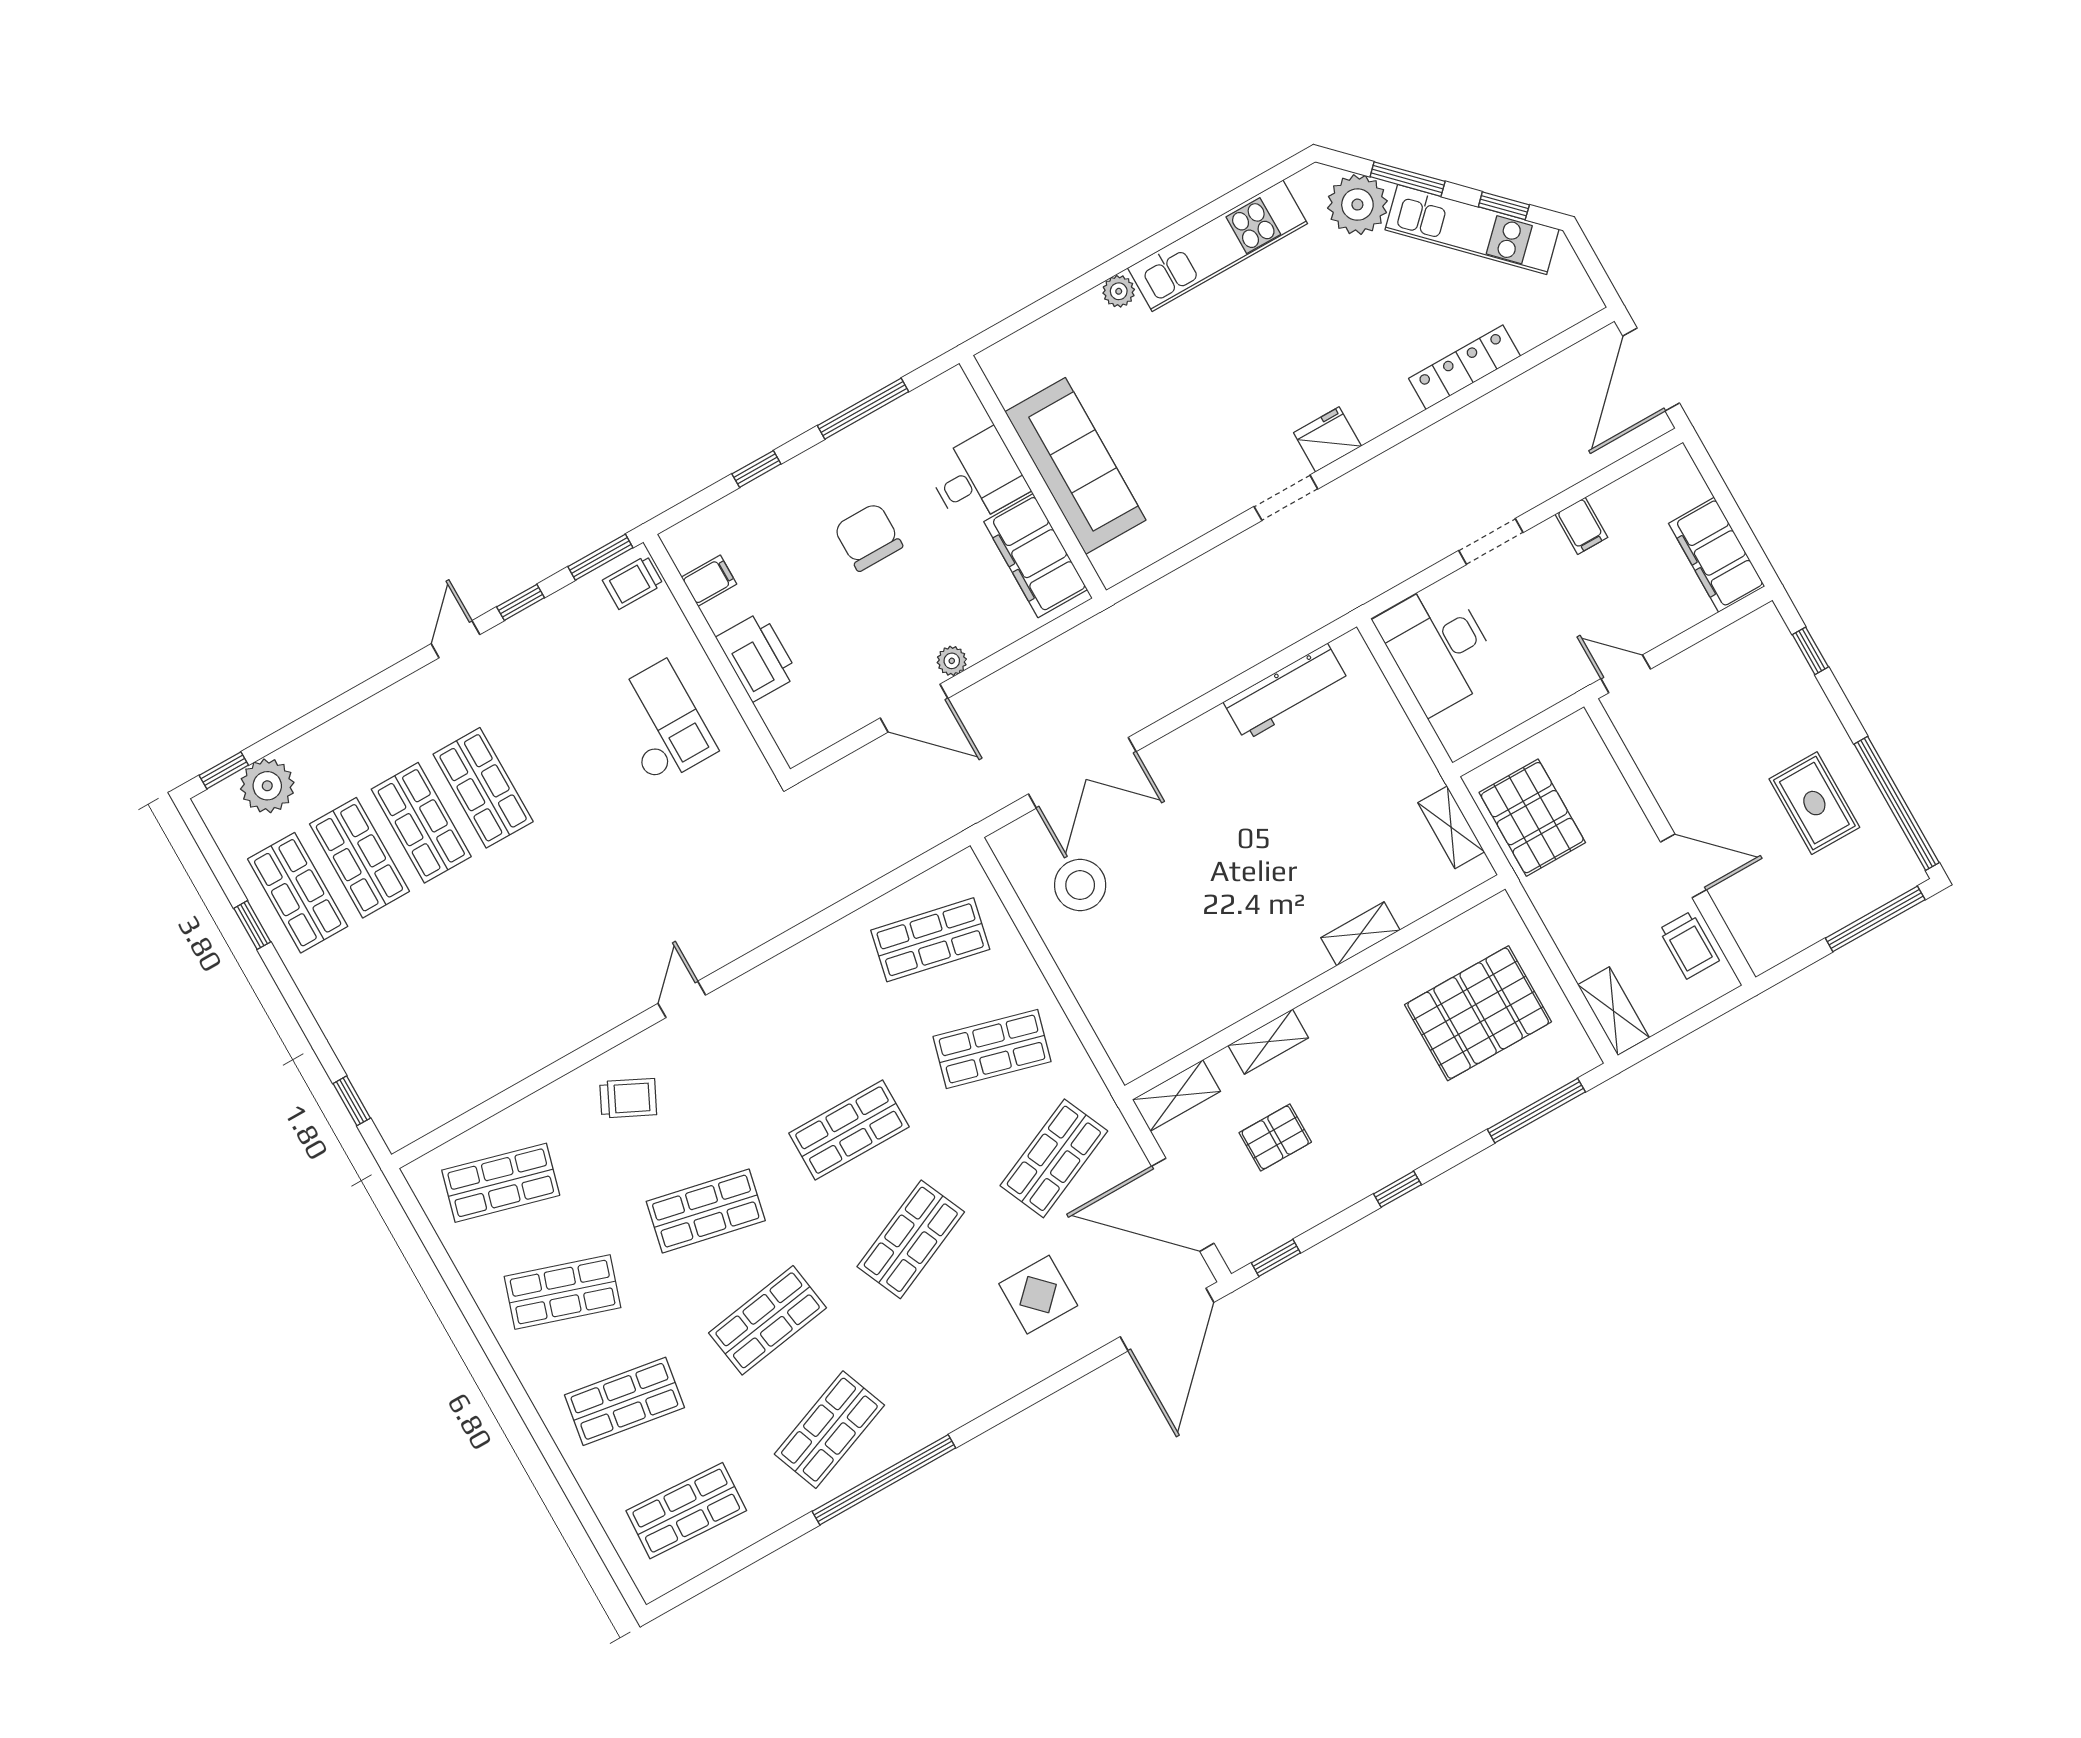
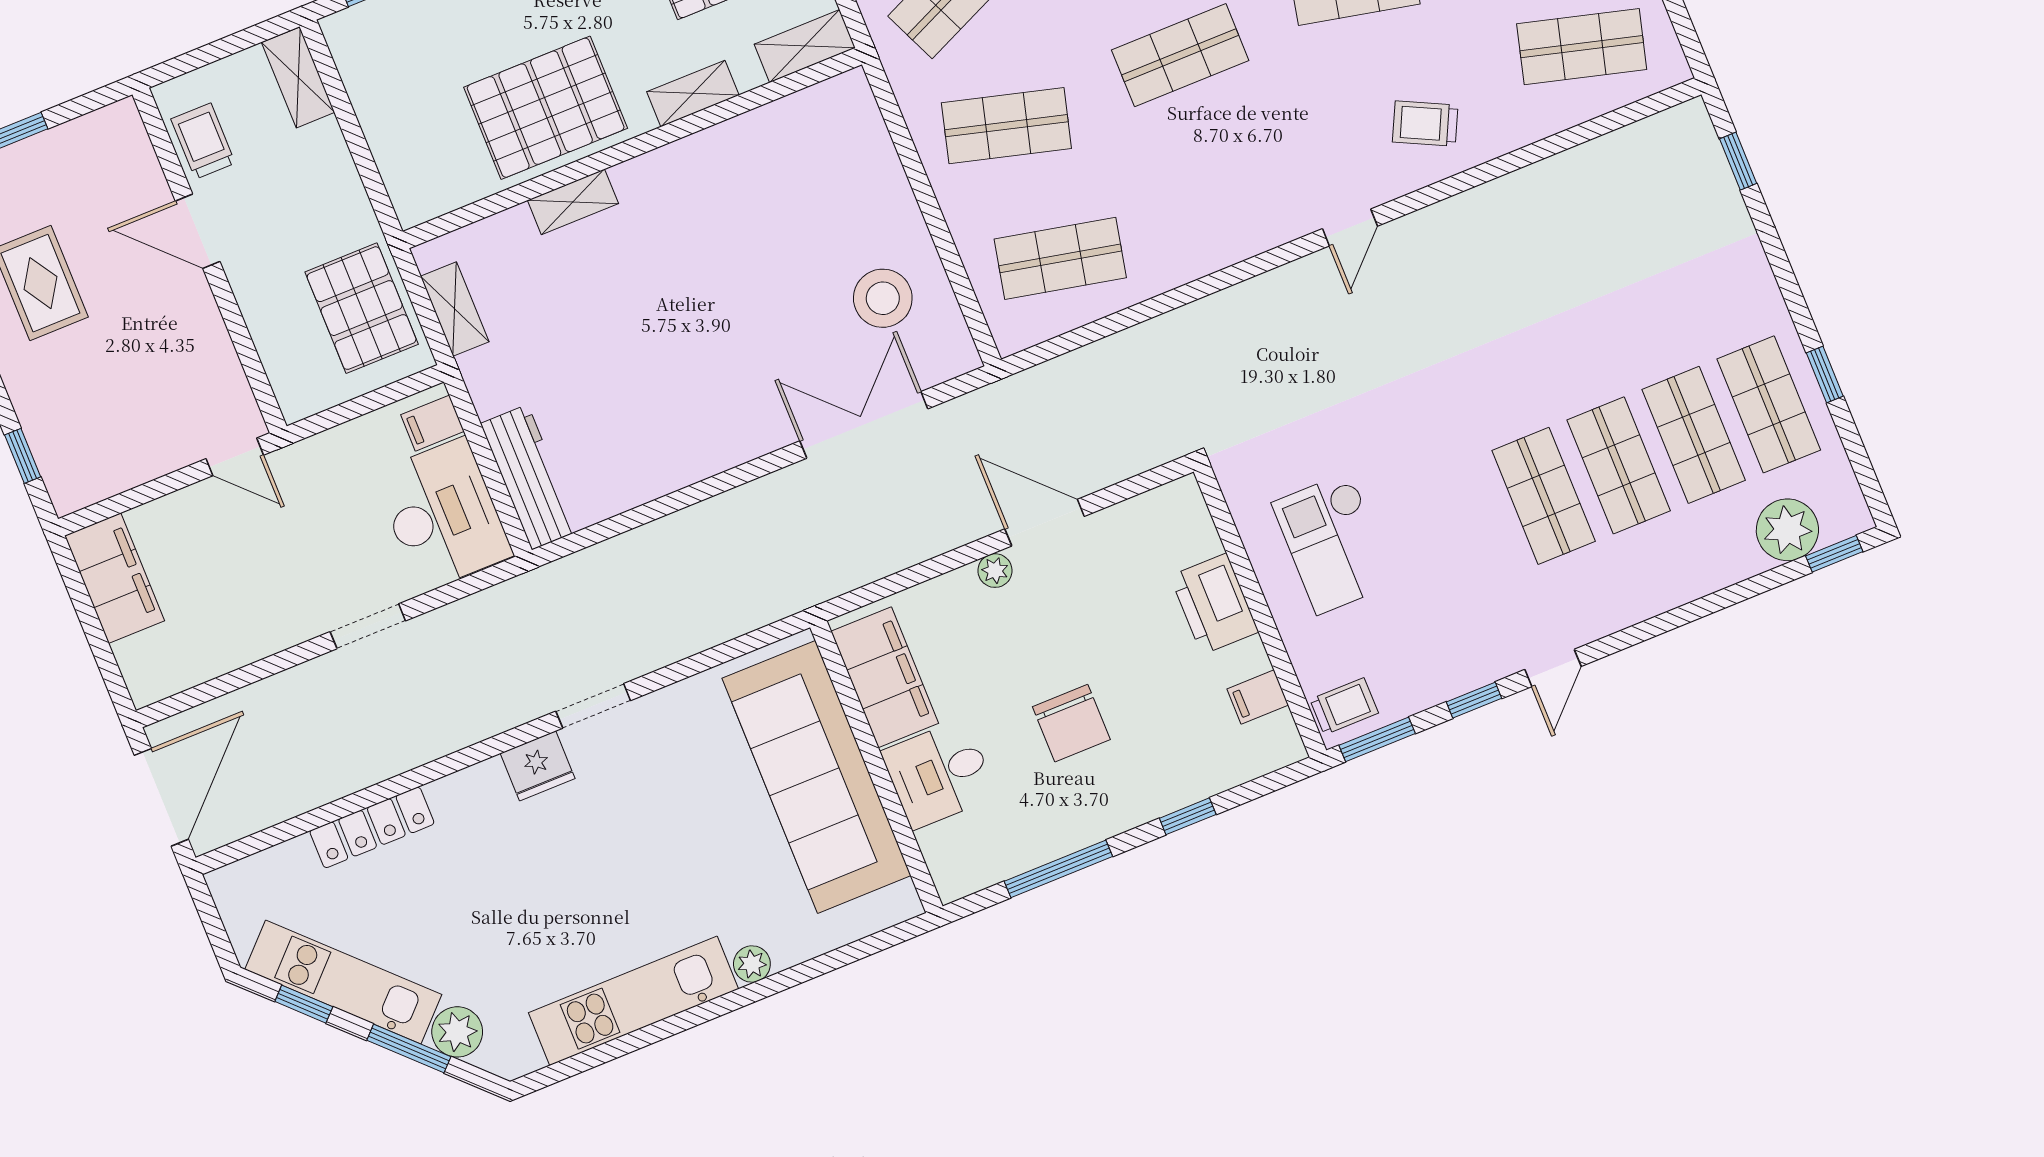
plant: (1357, 205) -> (457, 1032), width x0.73, depth x0.73
sofa: (1075, 466) -> (816, 777), width x1.36, depth x1.27
filing cabinet: (1581, 526) -> (432, 423), moved, turned -90
workbench: (1286, 692) -> (530, 477), moved, turned 90
pallet: (1478, 1013) -> (546, 108), moved

